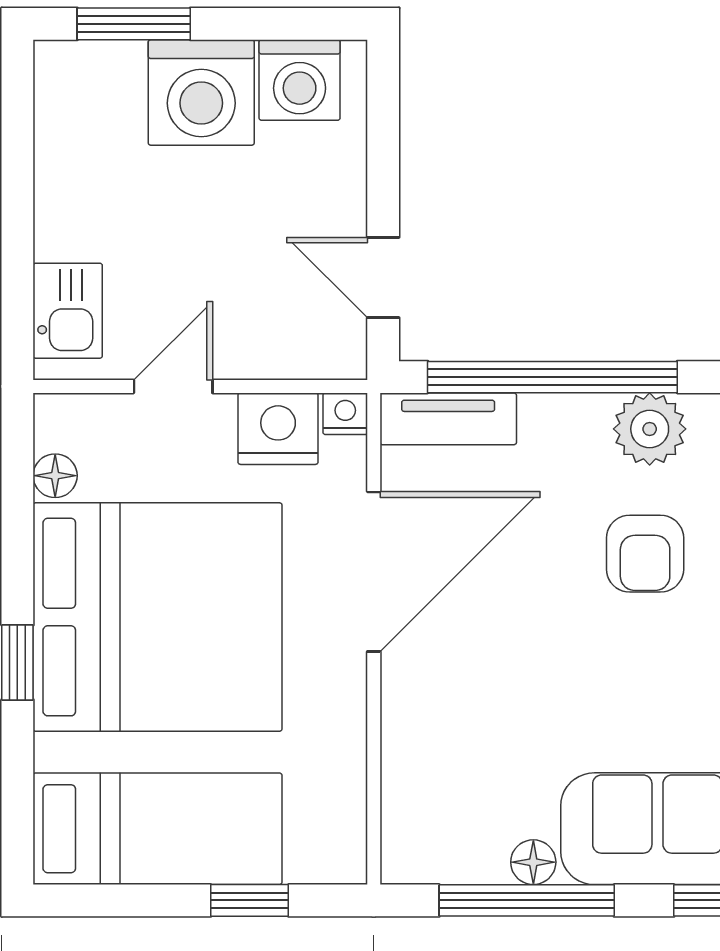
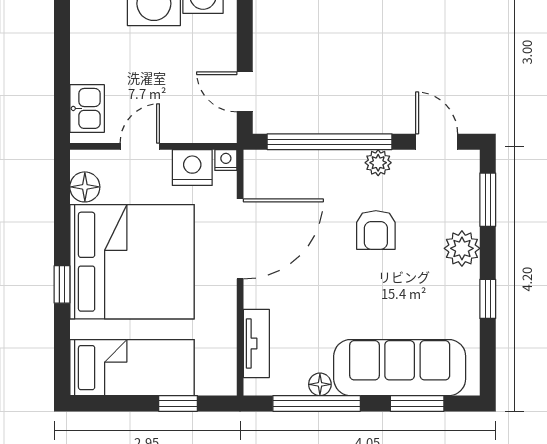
tv unit: (448, 419) -> (256, 343), moved, turned -90
plant: (650, 429) -> (378, 163), width x0.73, depth x0.73
floor lamp: (55, 476) -> (85, 187), width x1.37, depth x1.37

